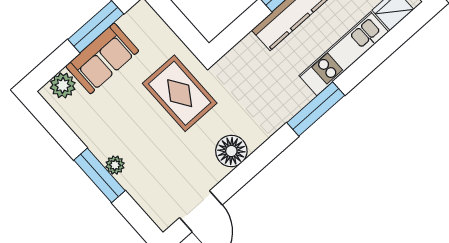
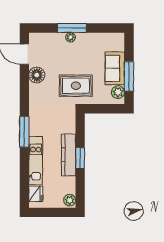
plant: (63, 85) -> (118, 92), moved
floor lamp: (231, 151) -> (37, 75), moved

